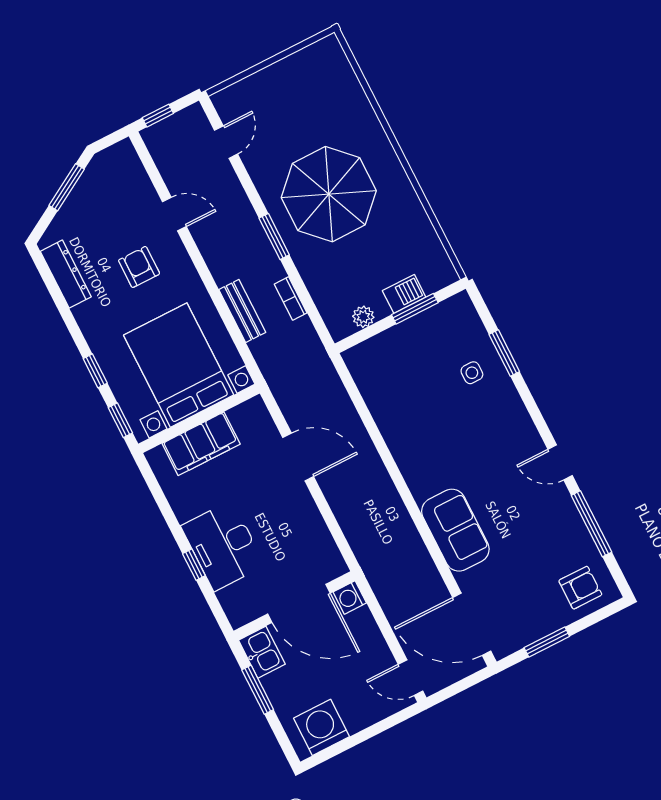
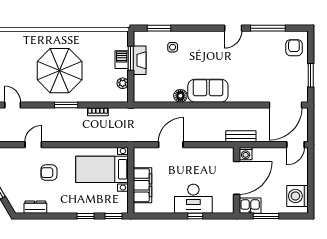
dresser: (66, 274) -> (35, 207), width x0.70
bench: (242, 311) -> (241, 136), moved
fireplace: (419, 326) -> (140, 60), added
window: (504, 353) -> (159, 28), moved
bed with nightstands: (179, 365) -> (102, 169), width x0.73
floor lamp: (393, 430) -> (180, 96), added
sofa: (455, 530) -> (208, 91), moved

